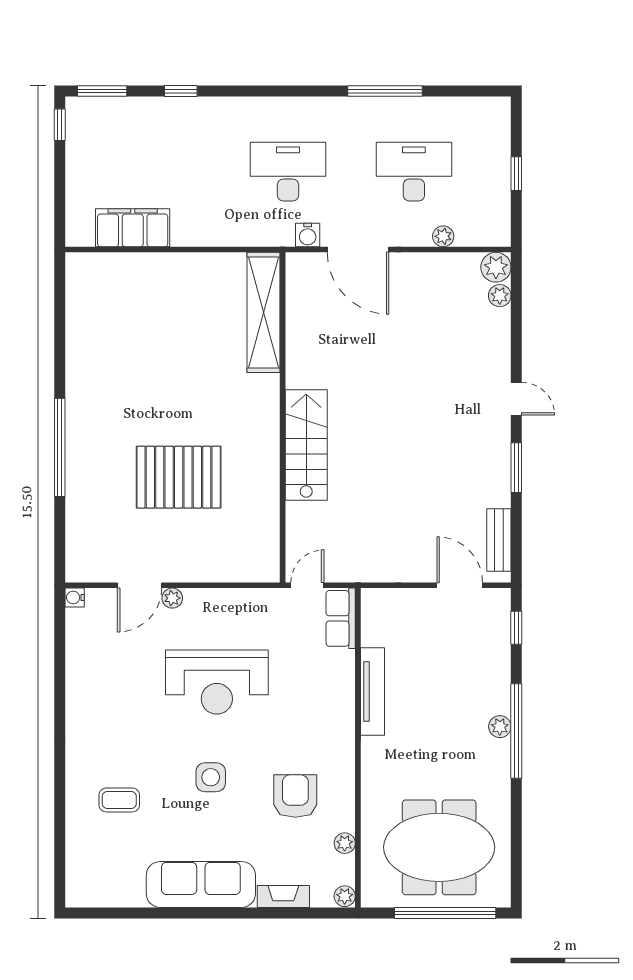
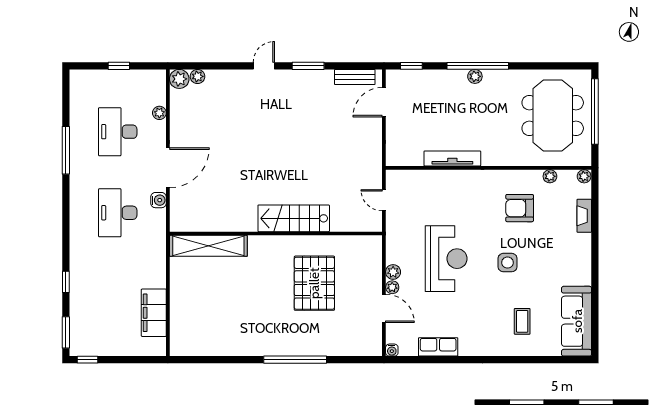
shelving: (264, 312) -> (208, 246), moved
wall: (283, 417) -> (276, 234), moved
stairs: (306, 445) -> (294, 218), moved
plant: (196, 599) -> (393, 272), added
row of seats: (341, 618) -> (438, 347), moved, turned 180
sofa: (201, 884) -> (577, 321), moved

